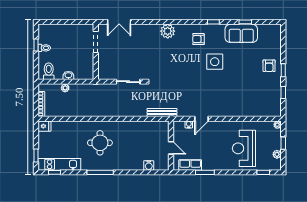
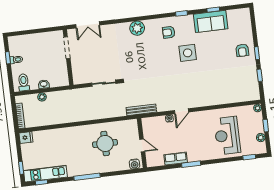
round table: (100, 143) -> (105, 143), moved
wall: (171, 146) -> (142, 143), moved
door: (171, 148) -> (142, 145), moved

